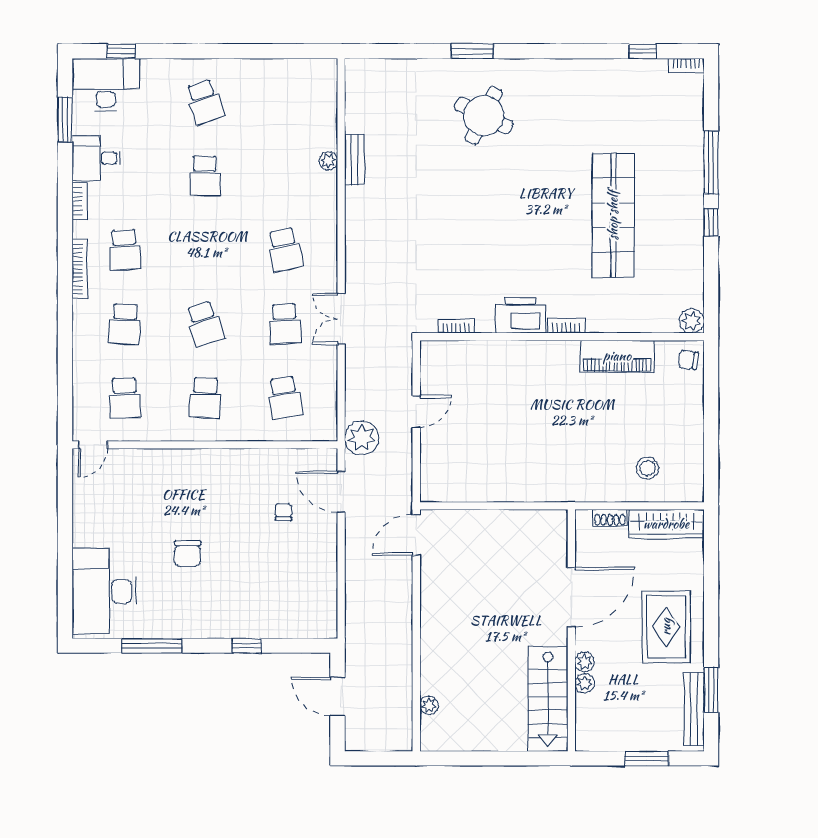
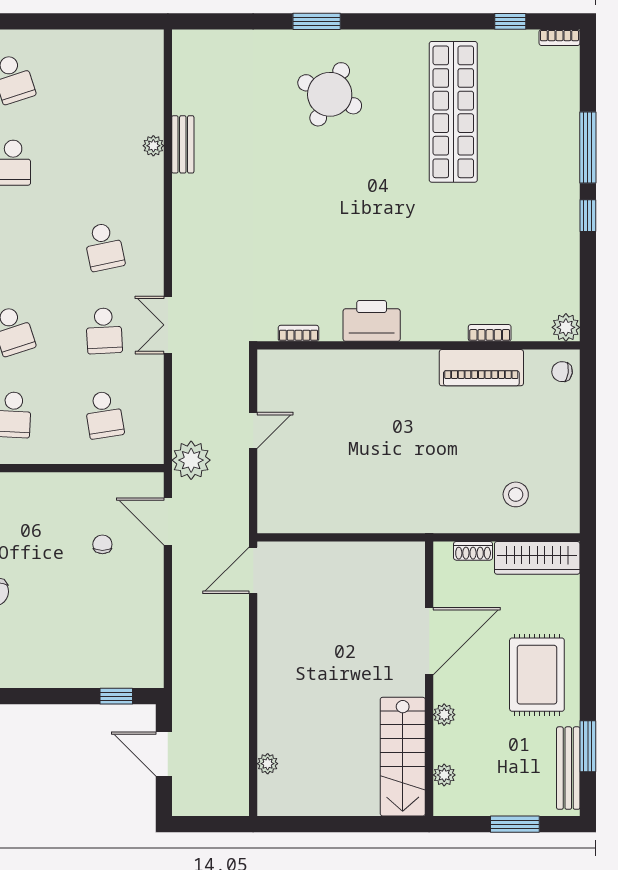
shop shelf: (613, 215) -> (453, 112), moved
bookcase: (566, 326) -> (490, 333), moved
window: (247, 646) -> (116, 696), moved
plant: (585, 683) -> (444, 775), moved

